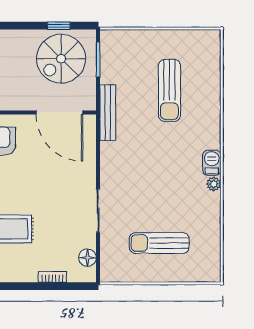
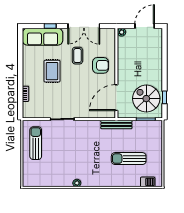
barbecue: (212, 163) -> (148, 182), moved
sun lounger: (159, 243) -> (36, 143), moved
floor lamp: (87, 258) -> (36, 113), removed

